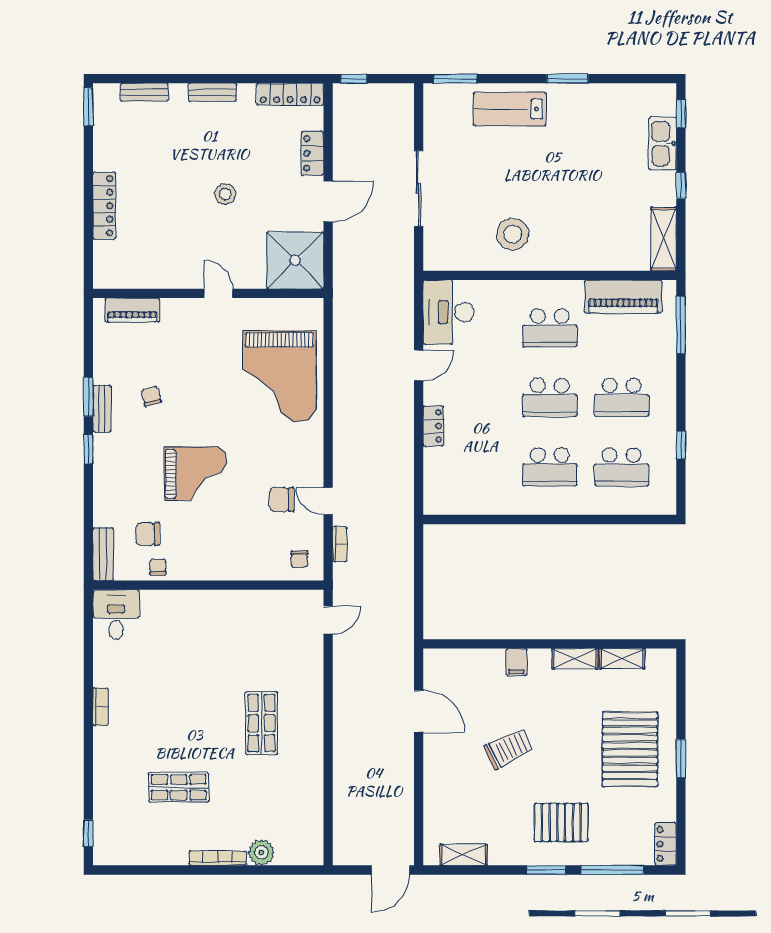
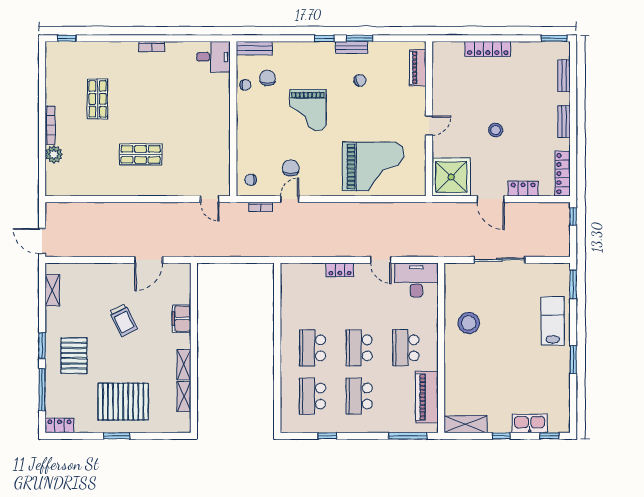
grand piano: (279, 376) -> (373, 166), turned 180
filing cabinet: (516, 662) -> (182, 319), width x2.00

